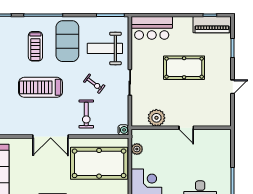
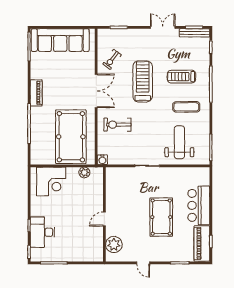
bar counter: (152, 28) -> (199, 205), moved
exercise mat: (67, 41) -> (186, 107), width x0.50, depth x0.69
exercise bike: (94, 84) -> (112, 59), moved
plant: (156, 118) -> (114, 244), moved
double door: (51, 136) -> (96, 91), swing flipped

